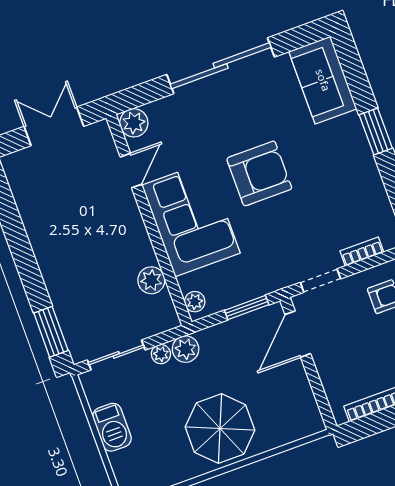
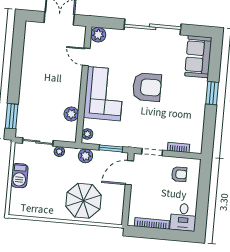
door: (131, 171) -> (86, 57), swing flipped
plant: (186, 349) -> (85, 156), moved
parasol: (220, 429) -> (84, 201), moved

